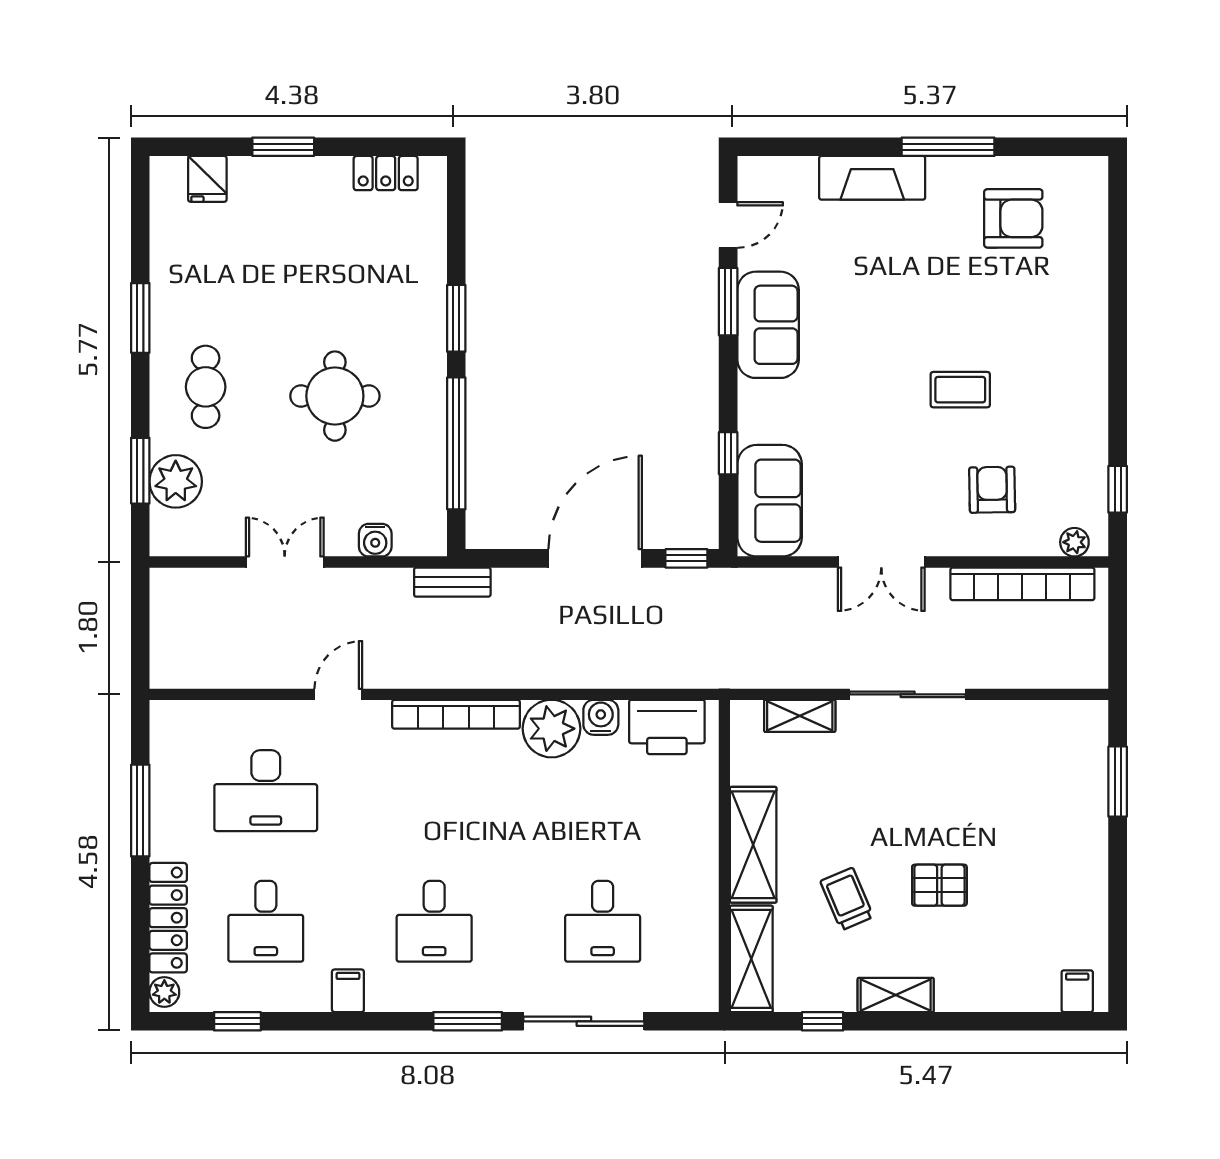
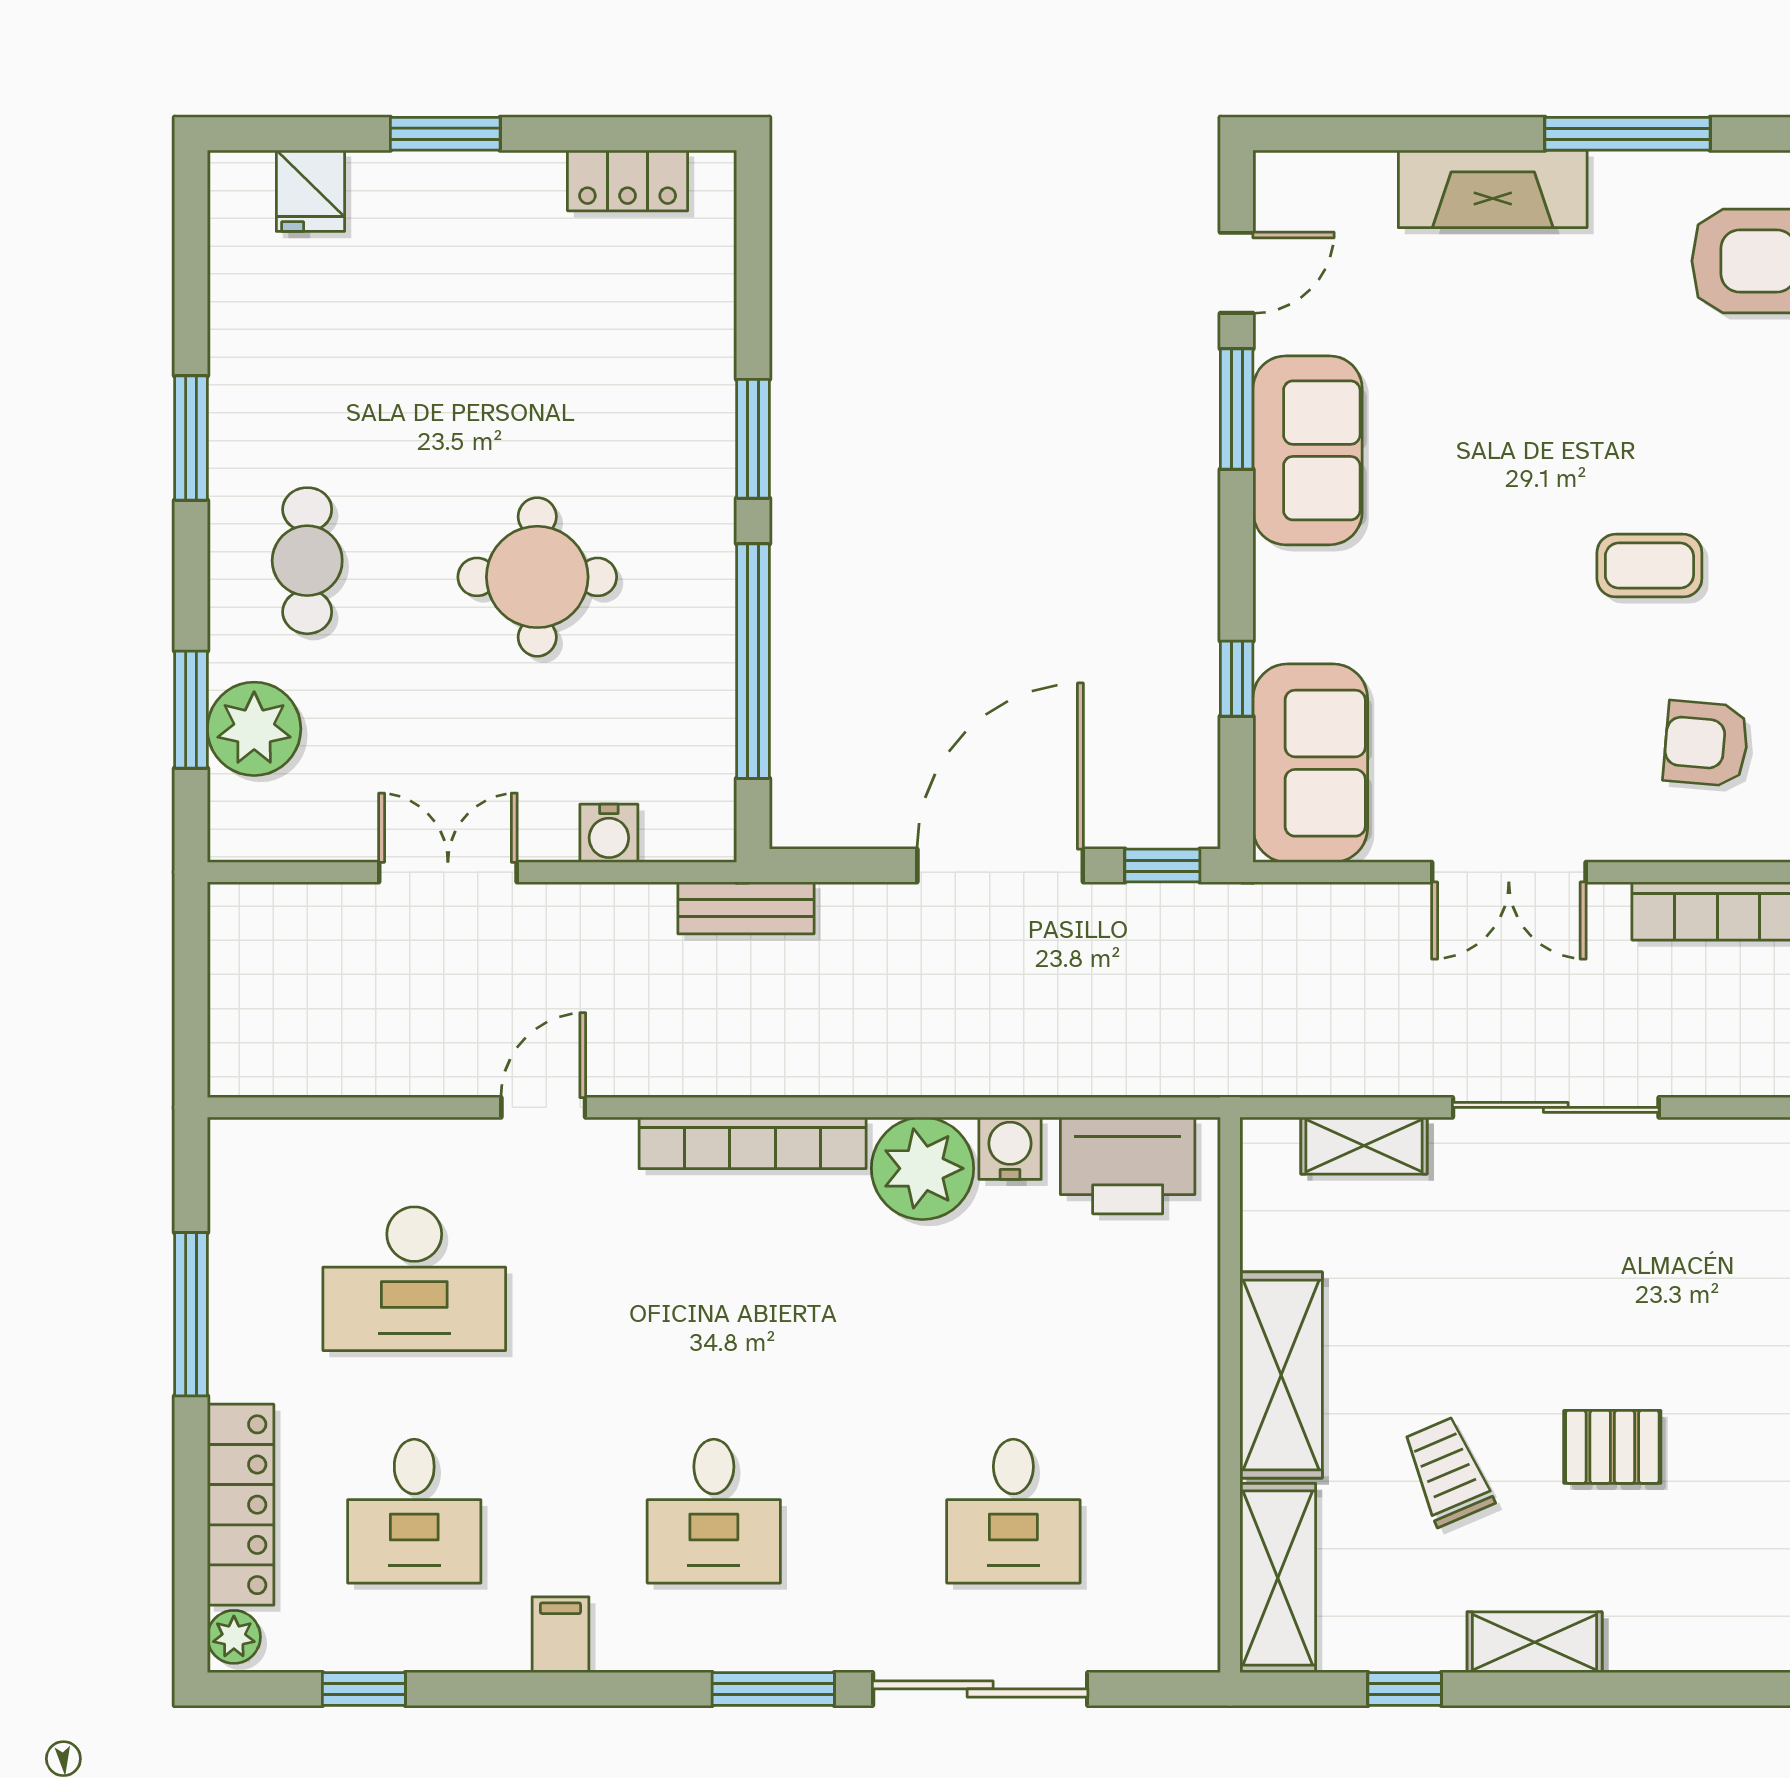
armchair: (992, 490) -> (1706, 744), turned -84

